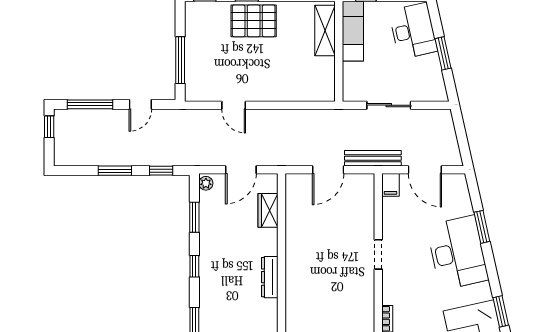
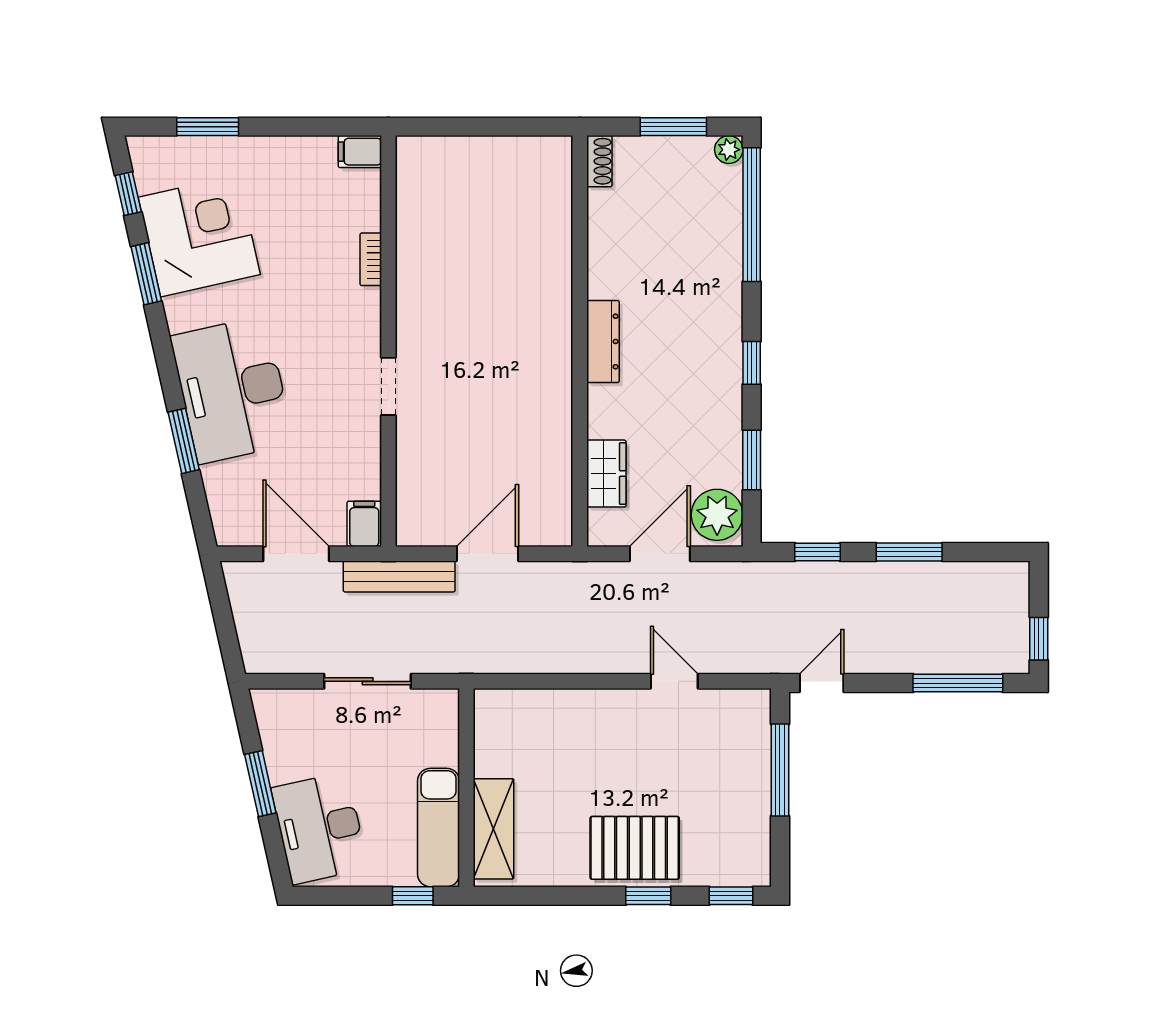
door: (140, 104) -> (822, 683), moved
plant: (206, 183) -> (717, 515), width x1.87, depth x1.87

